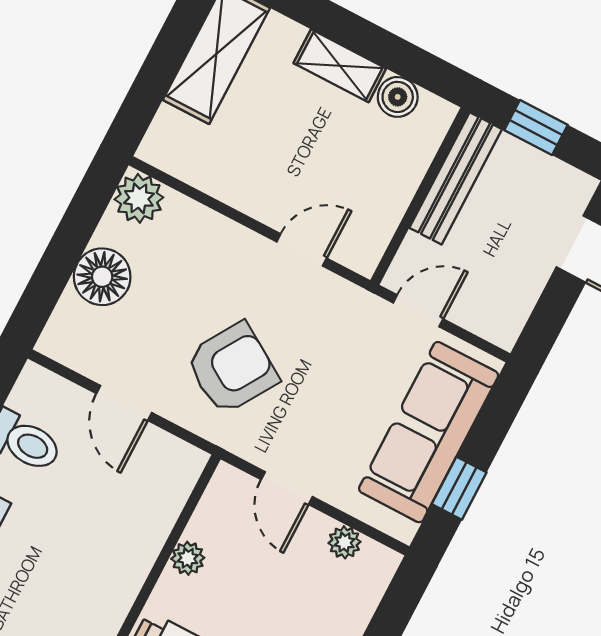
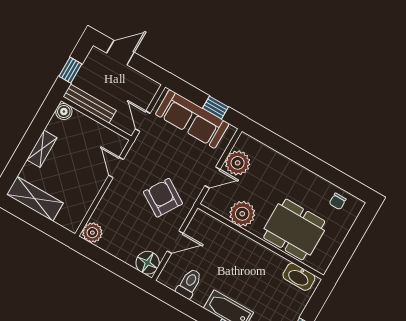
boiler: (398, 97) -> (64, 111), moved
floor lamp: (102, 277) -> (148, 263), moved
plant: (344, 542) -> (238, 163), width x1.88, depth x1.88
plant: (188, 558) -> (242, 214), width x1.88, depth x1.88

